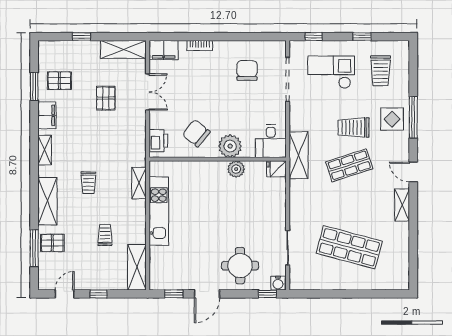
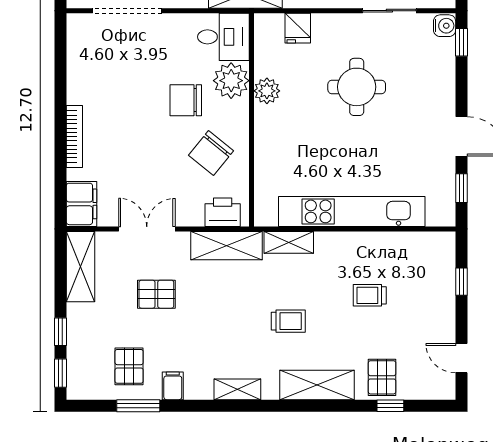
window: (55, 37) -> (61, 373), added
bookcase: (200, 46) -> (74, 137), width x1.56
chair: (247, 70) -> (186, 100), moved
filing cabinet: (47, 115) -> (173, 386), width x0.50
plant: (230, 146) -> (231, 81), moved
fridge: (276, 169) -> (298, 28), moved
kitchen unit: (159, 211) -> (352, 211), width x1.36
window: (34, 248) -> (390, 406), width x0.46
round table: (240, 266) -> (357, 87), moved
shelving: (137, 267) -> (226, 246), moved
window: (98, 294) -> (461, 282), moved

